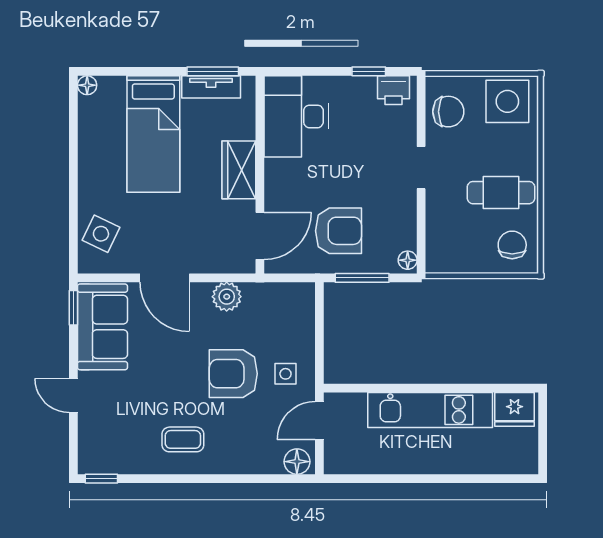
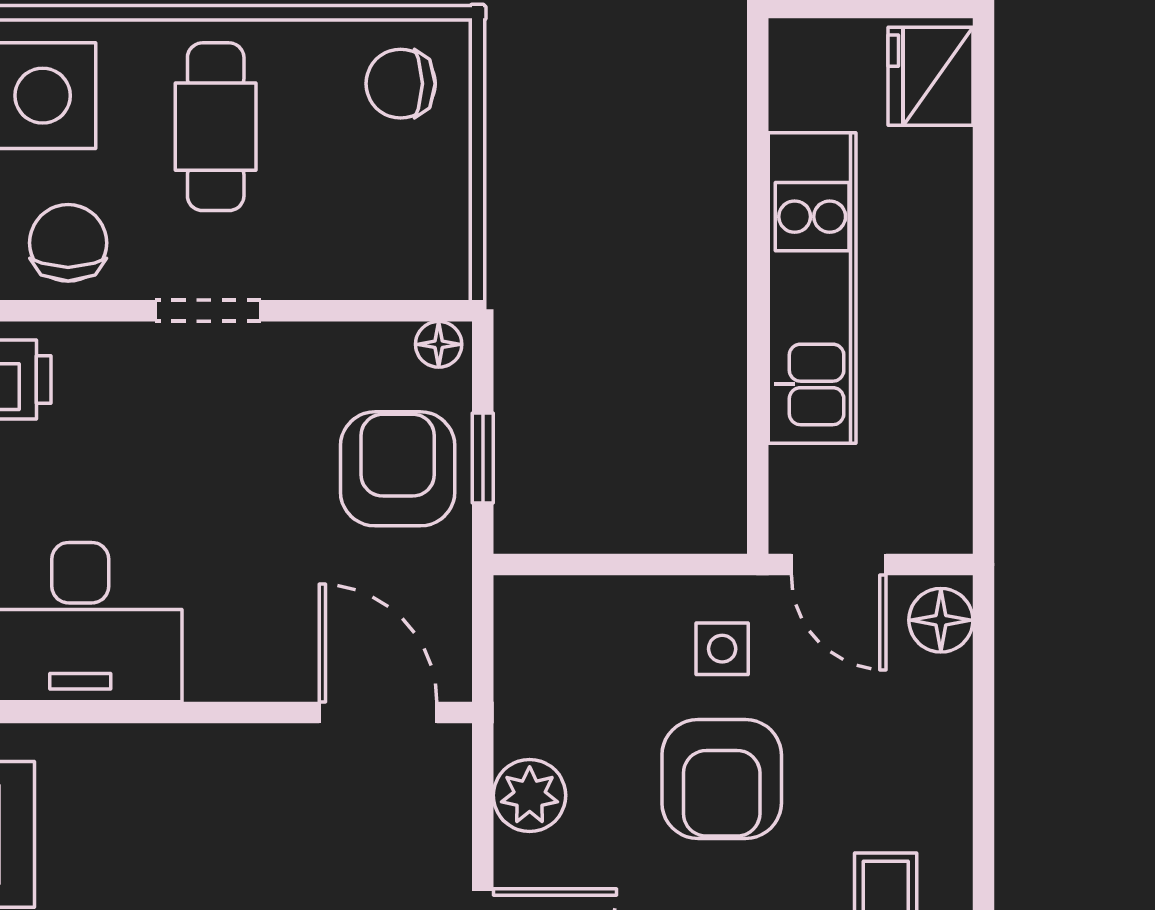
wardrobe: (239, 170) -> (213, 765), removed
cafe table: (501, 193) -> (216, 127), moved
armchair: (338, 231) -> (398, 469), moved
window: (362, 278) -> (483, 458), width x0.67
fridge: (514, 409) -> (930, 76), moved, turned 180

